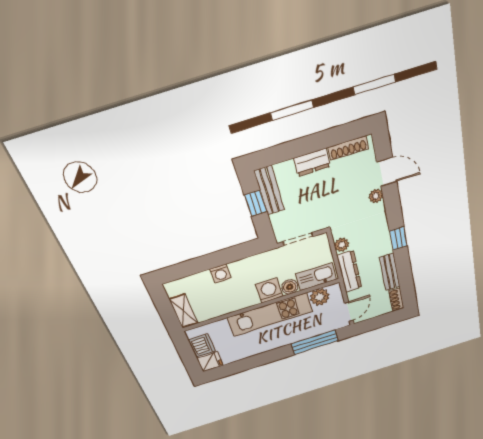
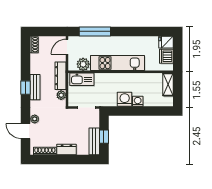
bench: (390, 272) -> (35, 87), moved
boiler: (290, 287) -> (100, 78), removed
washing machine: (269, 290) -> (125, 99), moved, turned 180

